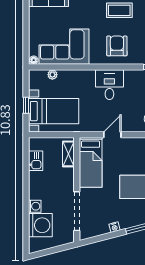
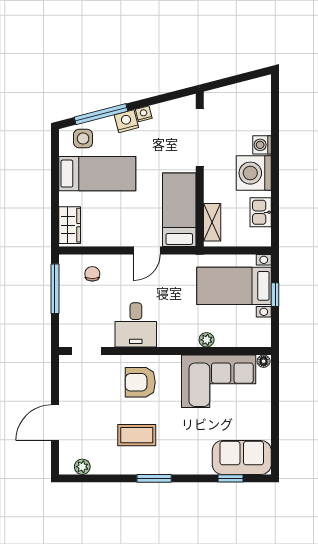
armchair: (117, 46) -> (140, 382), turned 90
plant: (52, 75) -> (207, 340), moved
desk: (109, 85) -> (136, 325), moved
nightstand: (126, 222) -> (126, 121), added
washing machine: (40, 225) -> (254, 173), moved

